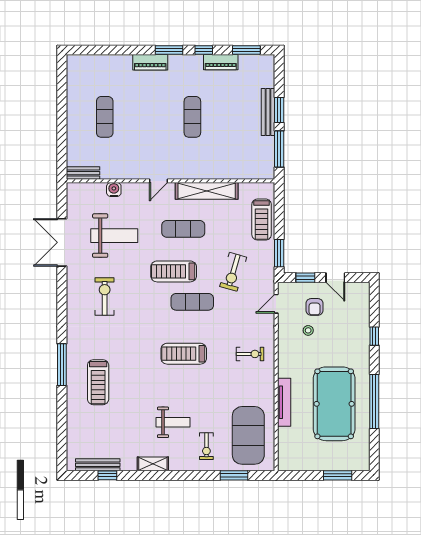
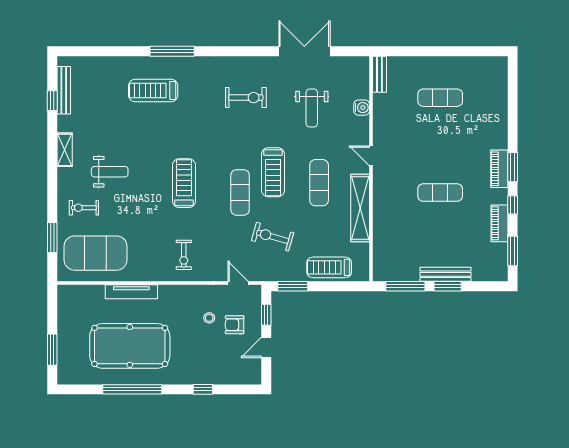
piano: (150, 62) -> (499, 169), moved
weight bench: (114, 236) -> (312, 108), width x0.73, depth x0.75
treadmill: (174, 271) -> (273, 172), turned 180
weight bench: (173, 422) -> (110, 172), turned -90

